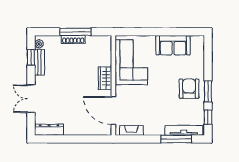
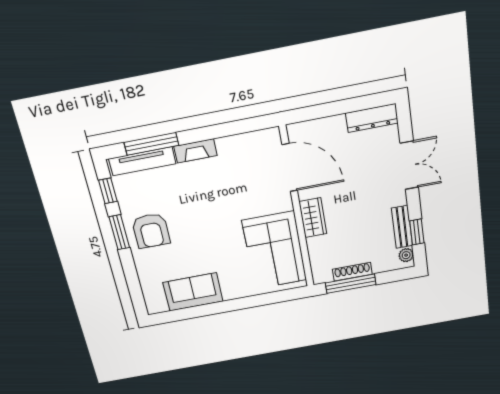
corner sofa: (131, 62) -> (275, 250), moved
wardrobe: (105, 78) -> (313, 218), moved
wall: (113, 85) -> (297, 209), moved
door: (113, 111) -> (290, 168), moved
fireplace: (132, 130) -> (195, 151), moved

